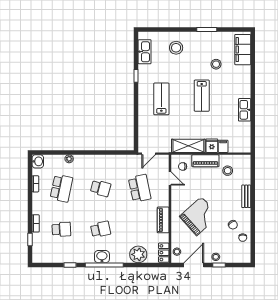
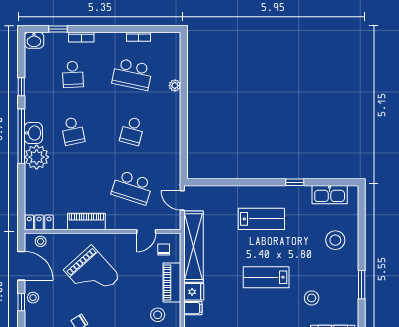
shelving: (188, 146) -> (193, 247), width x1.47
washbasin: (38, 161) -> (34, 40), moved
school desk: (140, 188) -> (132, 188), turned 30
plant: (138, 254) -> (37, 157), moved

